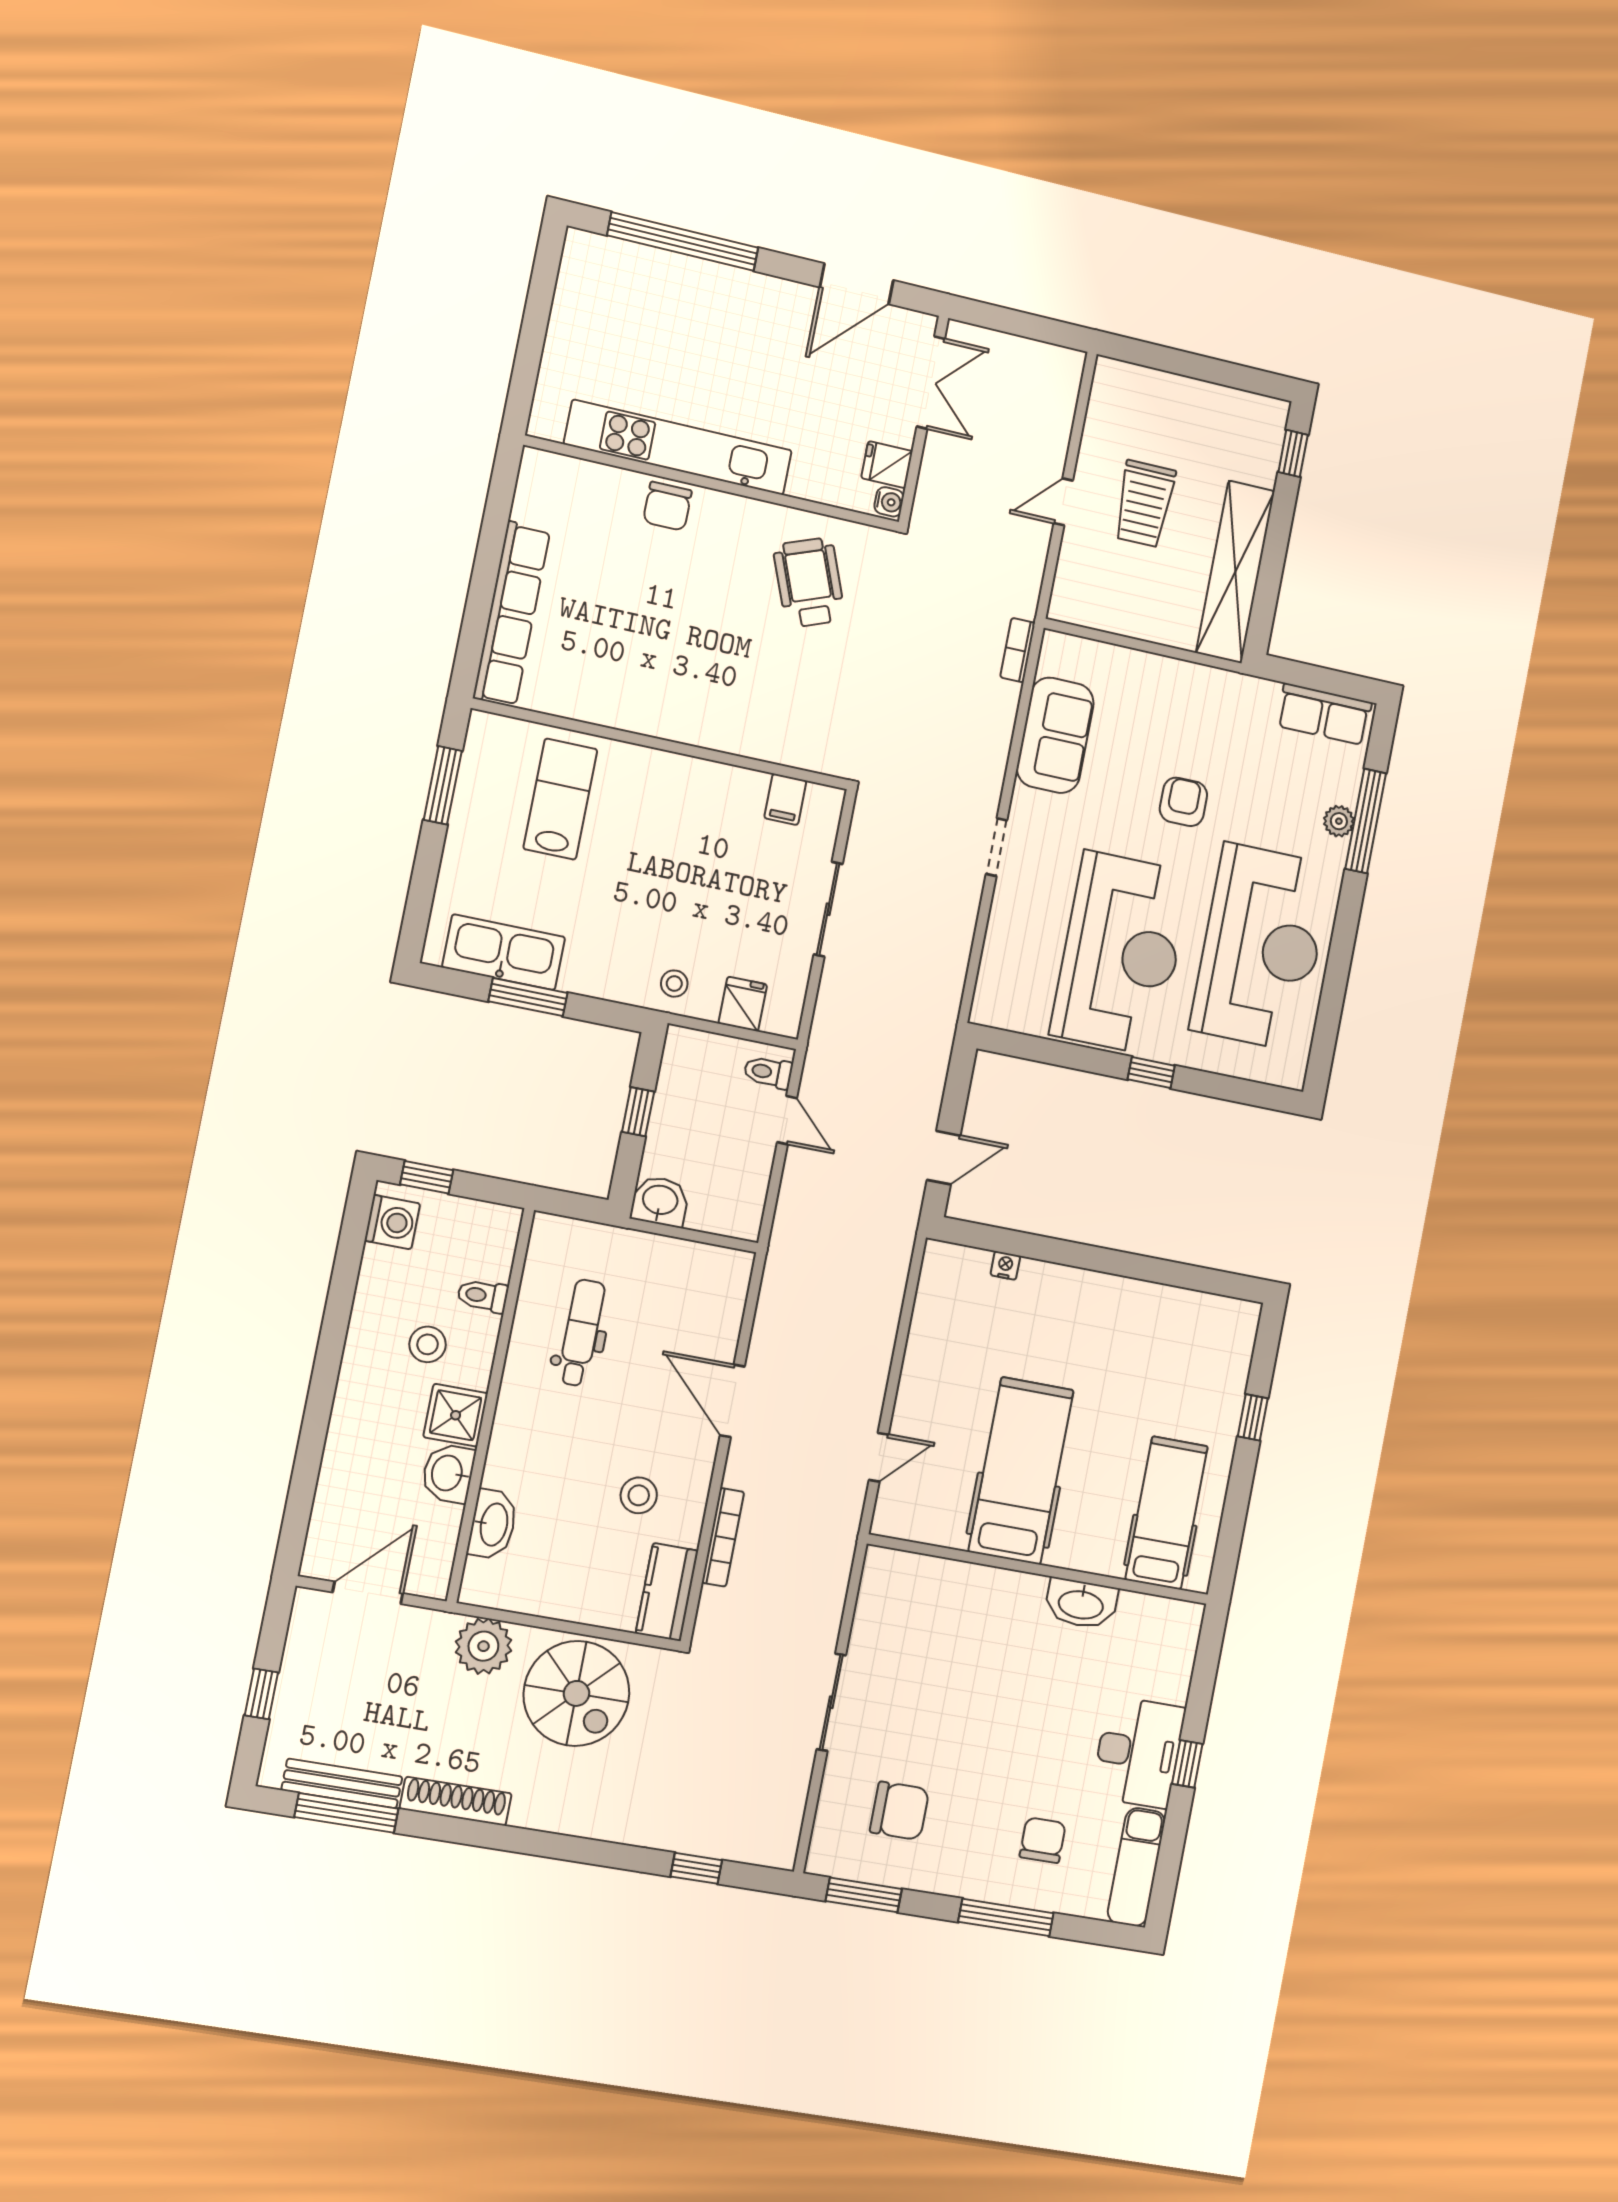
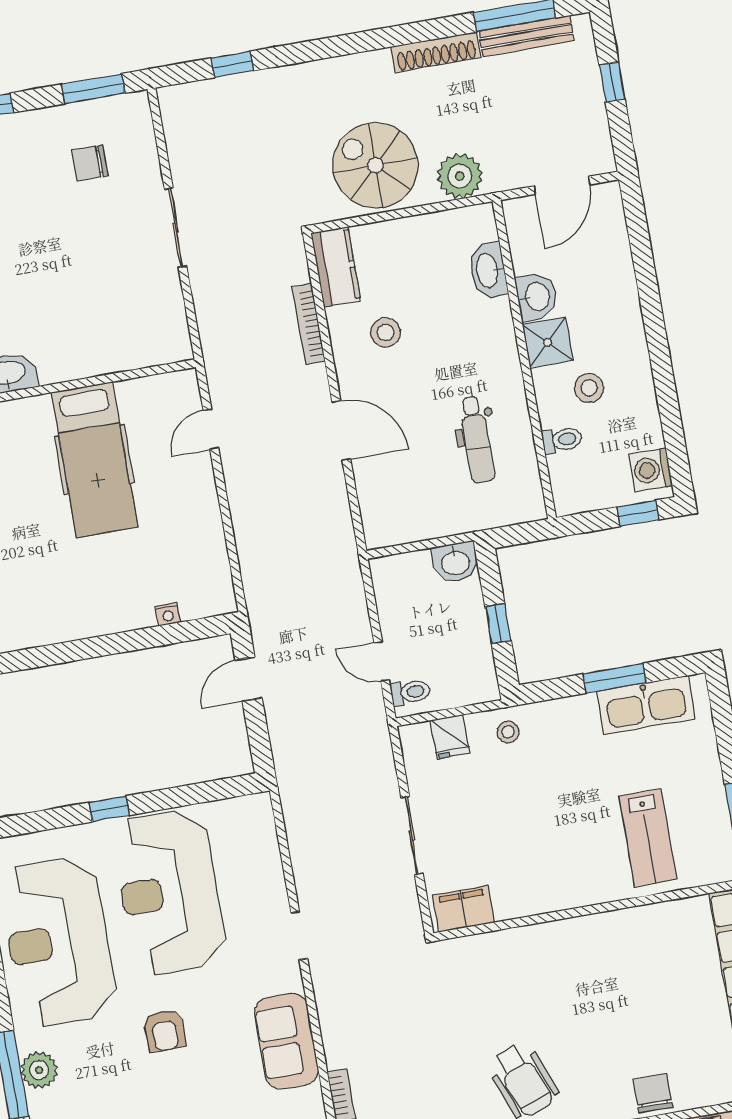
filing cabinet: (785, 799) -> (463, 909), width x2.00
plant: (1339, 821) -> (39, 1070), width x1.38, depth x1.38
chair: (899, 1811) -> (90, 163), width x0.73, depth x0.73

